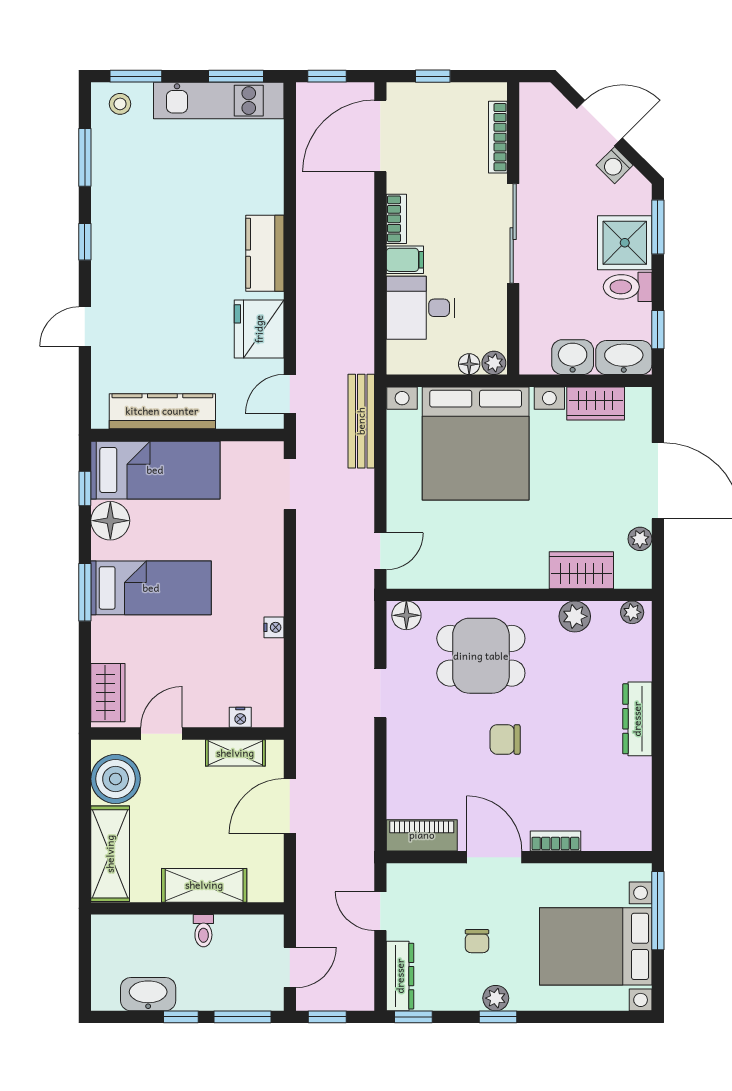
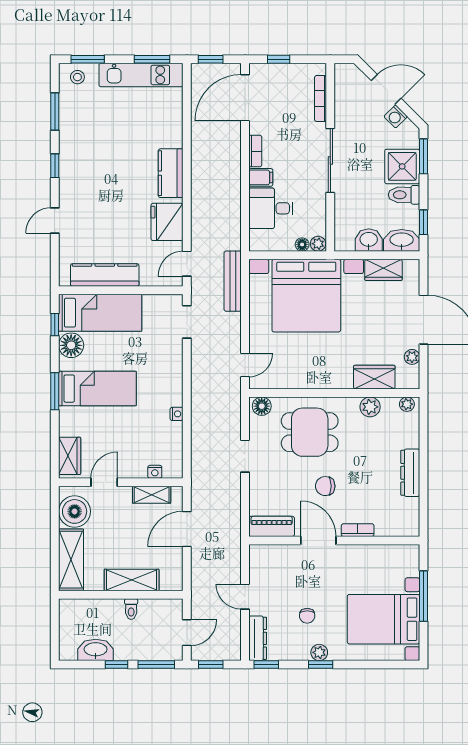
piano: (422, 835) -> (272, 526), moved
bookcase: (555, 841) -> (358, 530), moved
door: (494, 857) -> (318, 540), moved
wall: (519, 857) -> (334, 540), moved

